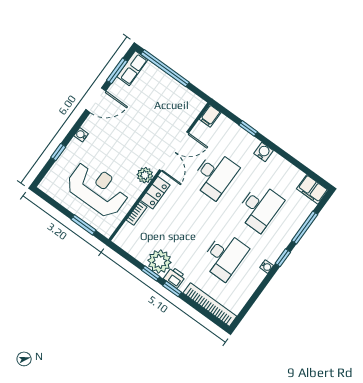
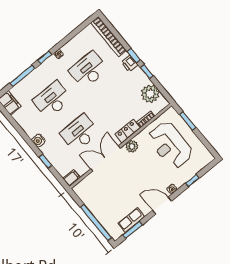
row of seats: (132, 68) -> (131, 220), moved
door: (96, 100) -> (162, 206), moved
plant: (160, 261) -> (150, 94), moved

